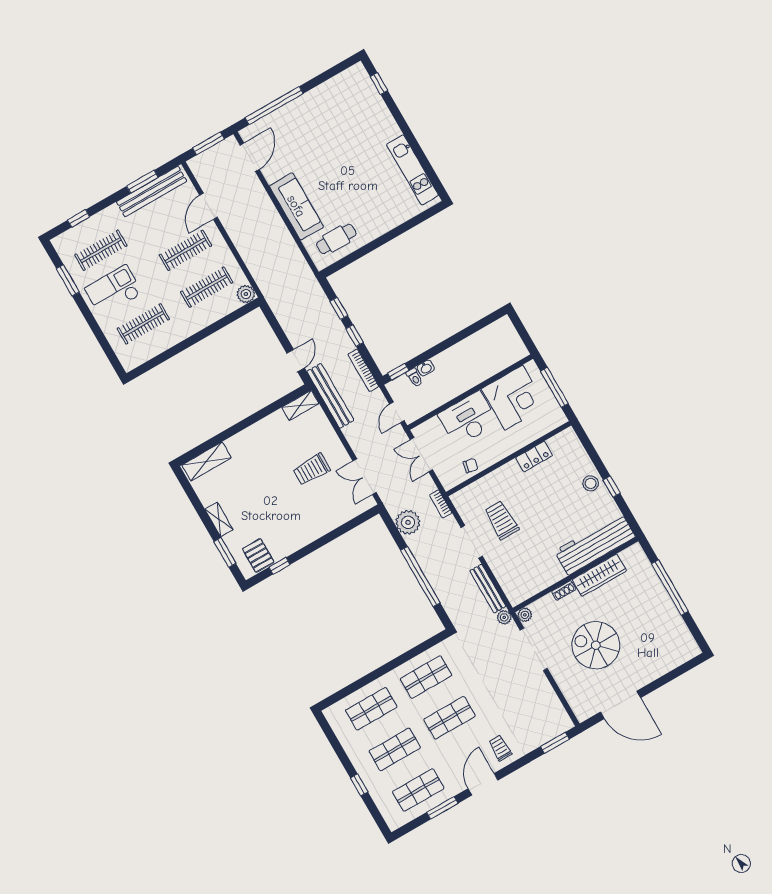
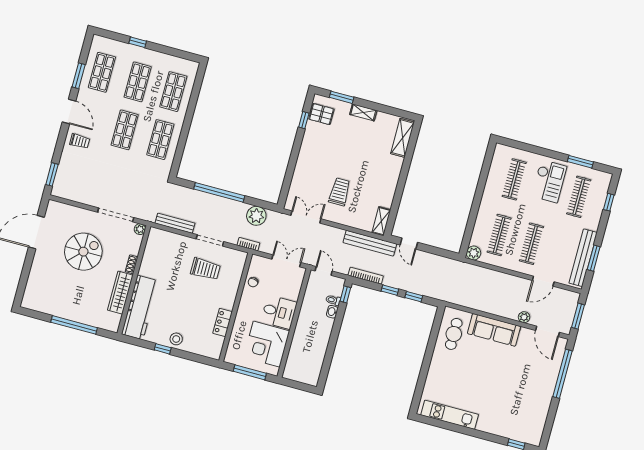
door: (208, 206) -> (543, 281), swing flipped
desk: (468, 419) -> (279, 312), width x0.73
plant: (504, 617) -> (524, 317), moved

